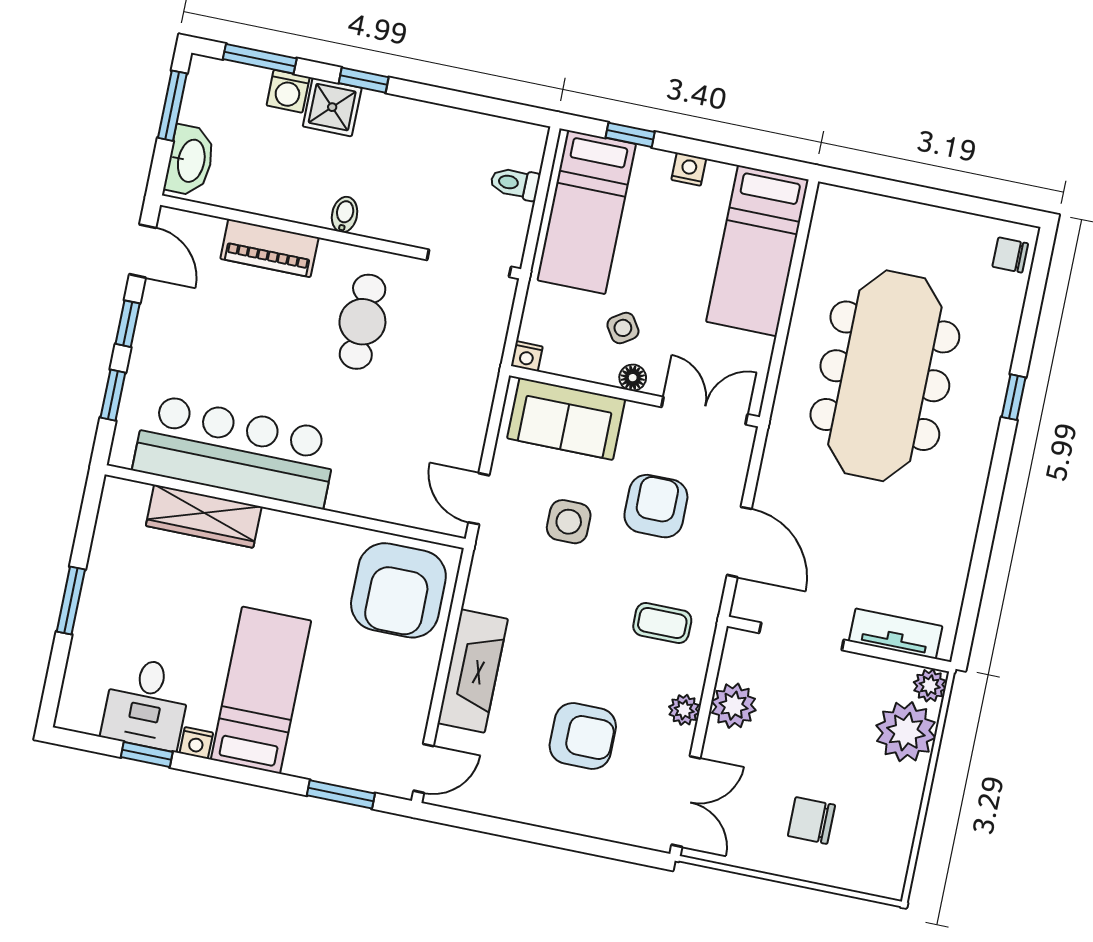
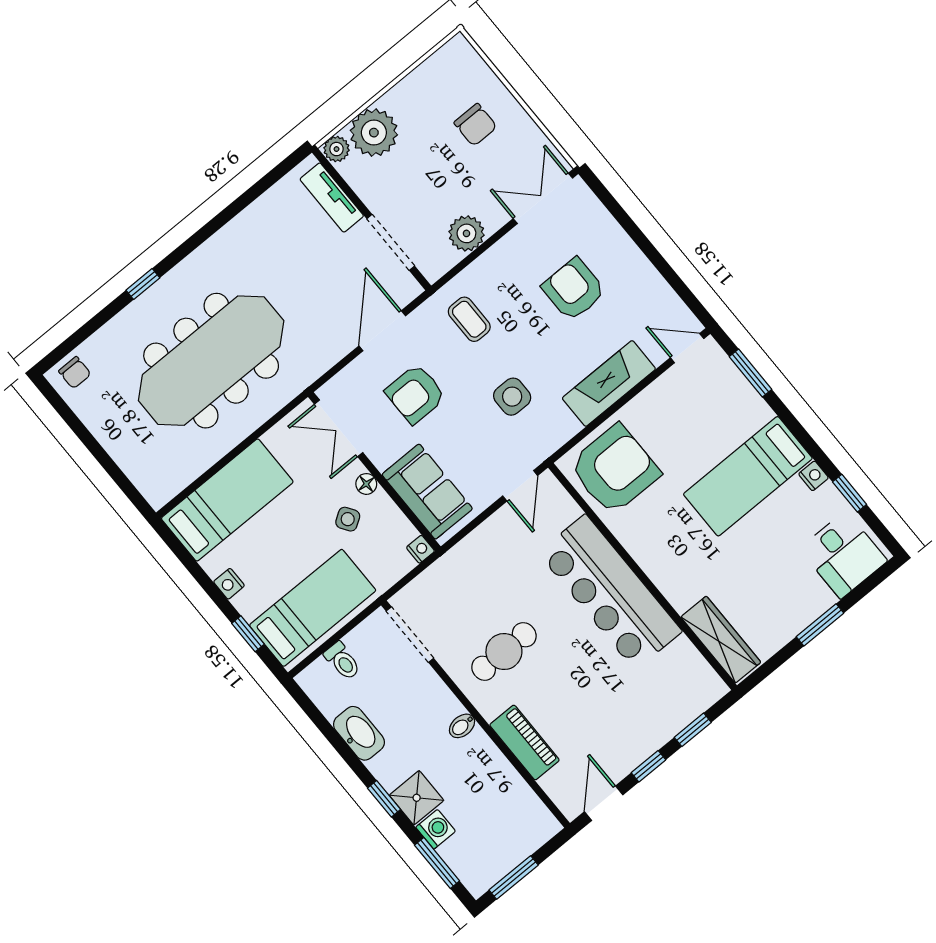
washbasin: (190, 161) -> (359, 733), moved, turned 90
bar counter: (235, 451) -> (610, 592), moved
wardrobe: (204, 516) -> (721, 640), moved
side table: (569, 522) -> (512, 397), moved
desk: (146, 703) -> (843, 555), moved, turned 90
plant: (684, 710) -> (499, 255), removed

